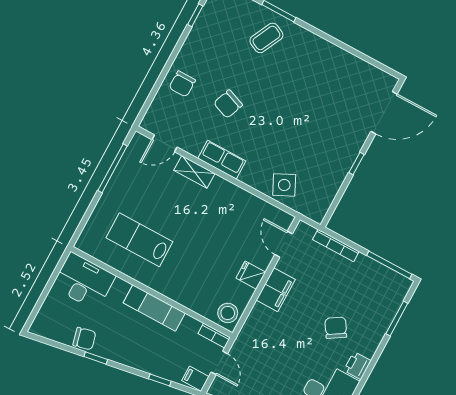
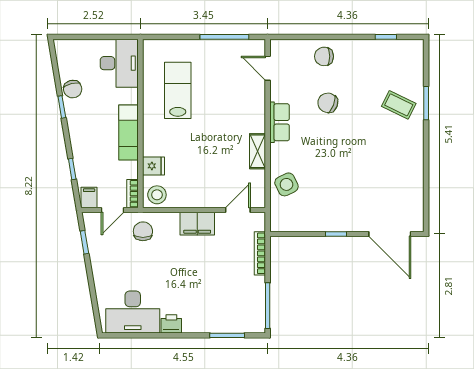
shelving: (194, 172) -> (257, 151), moved
fridge: (251, 275) -> (154, 166), moved, turned 90
chair: (336, 328) -> (143, 231), moved, turned -58

